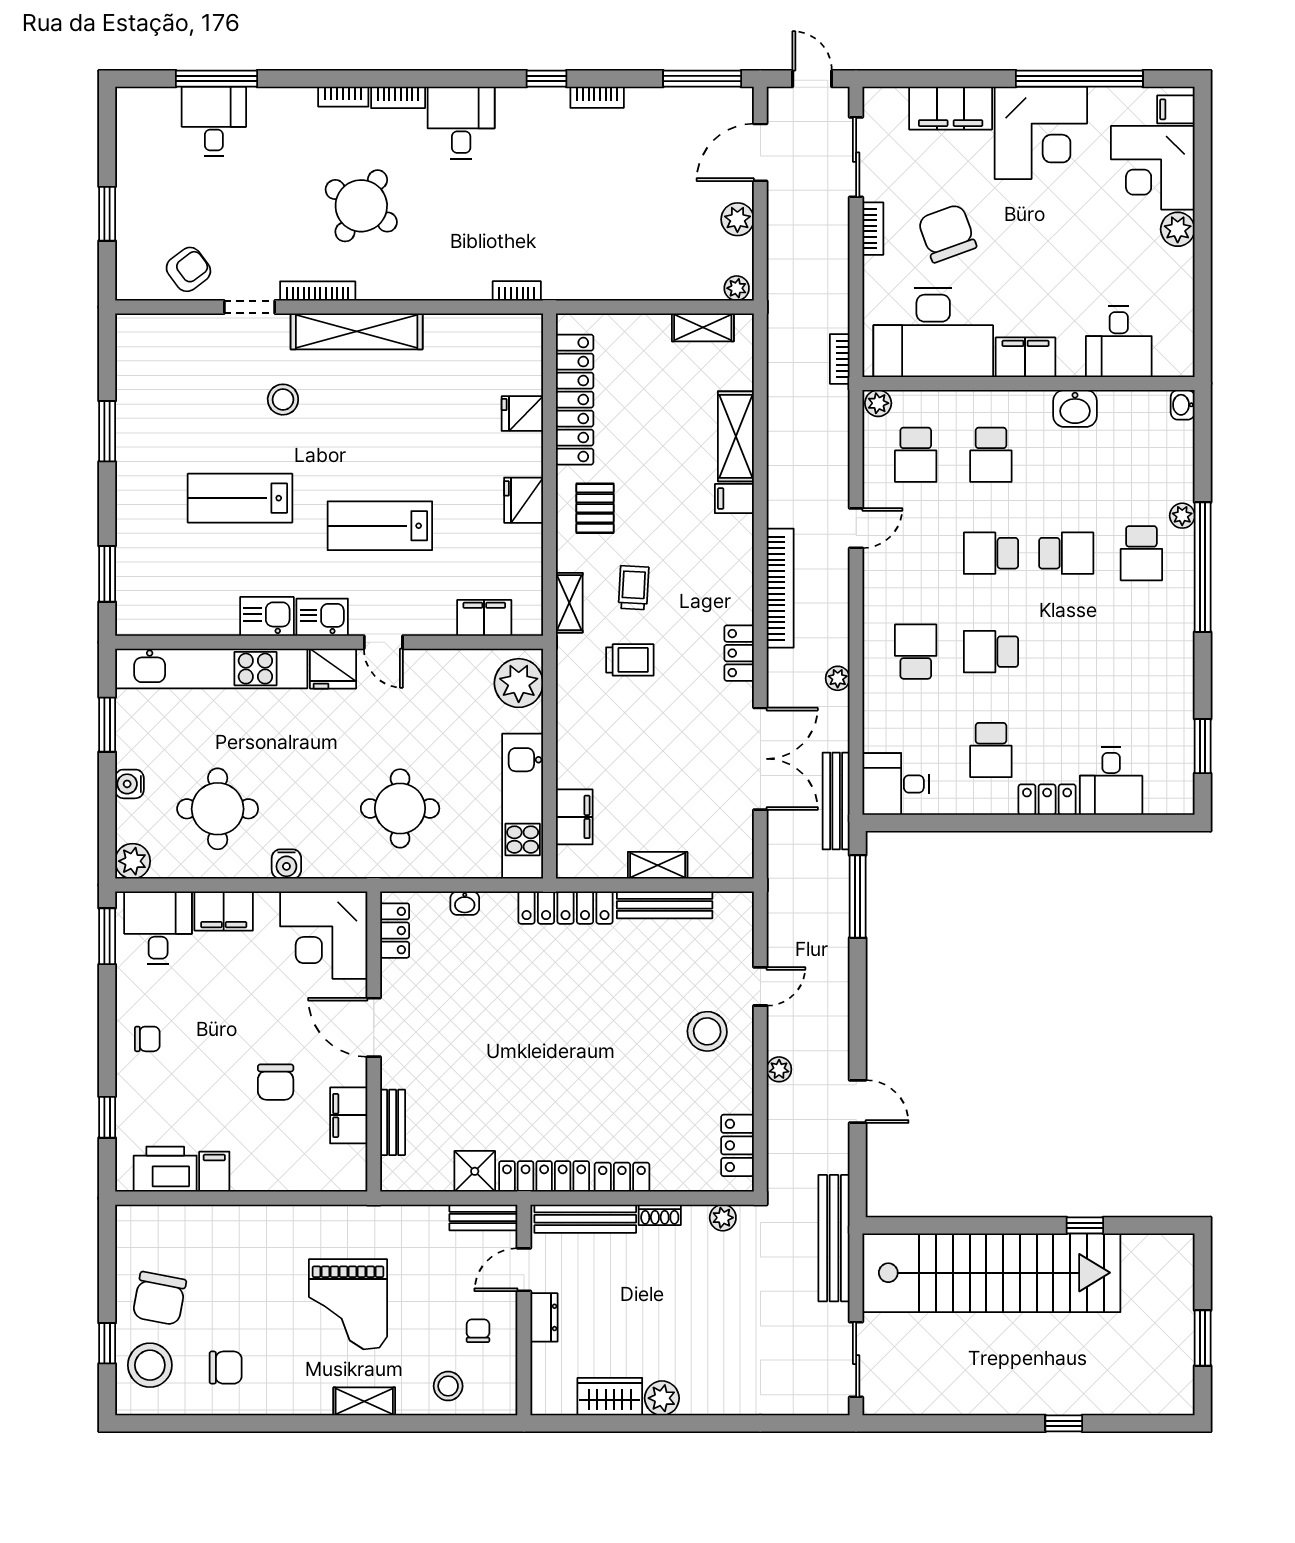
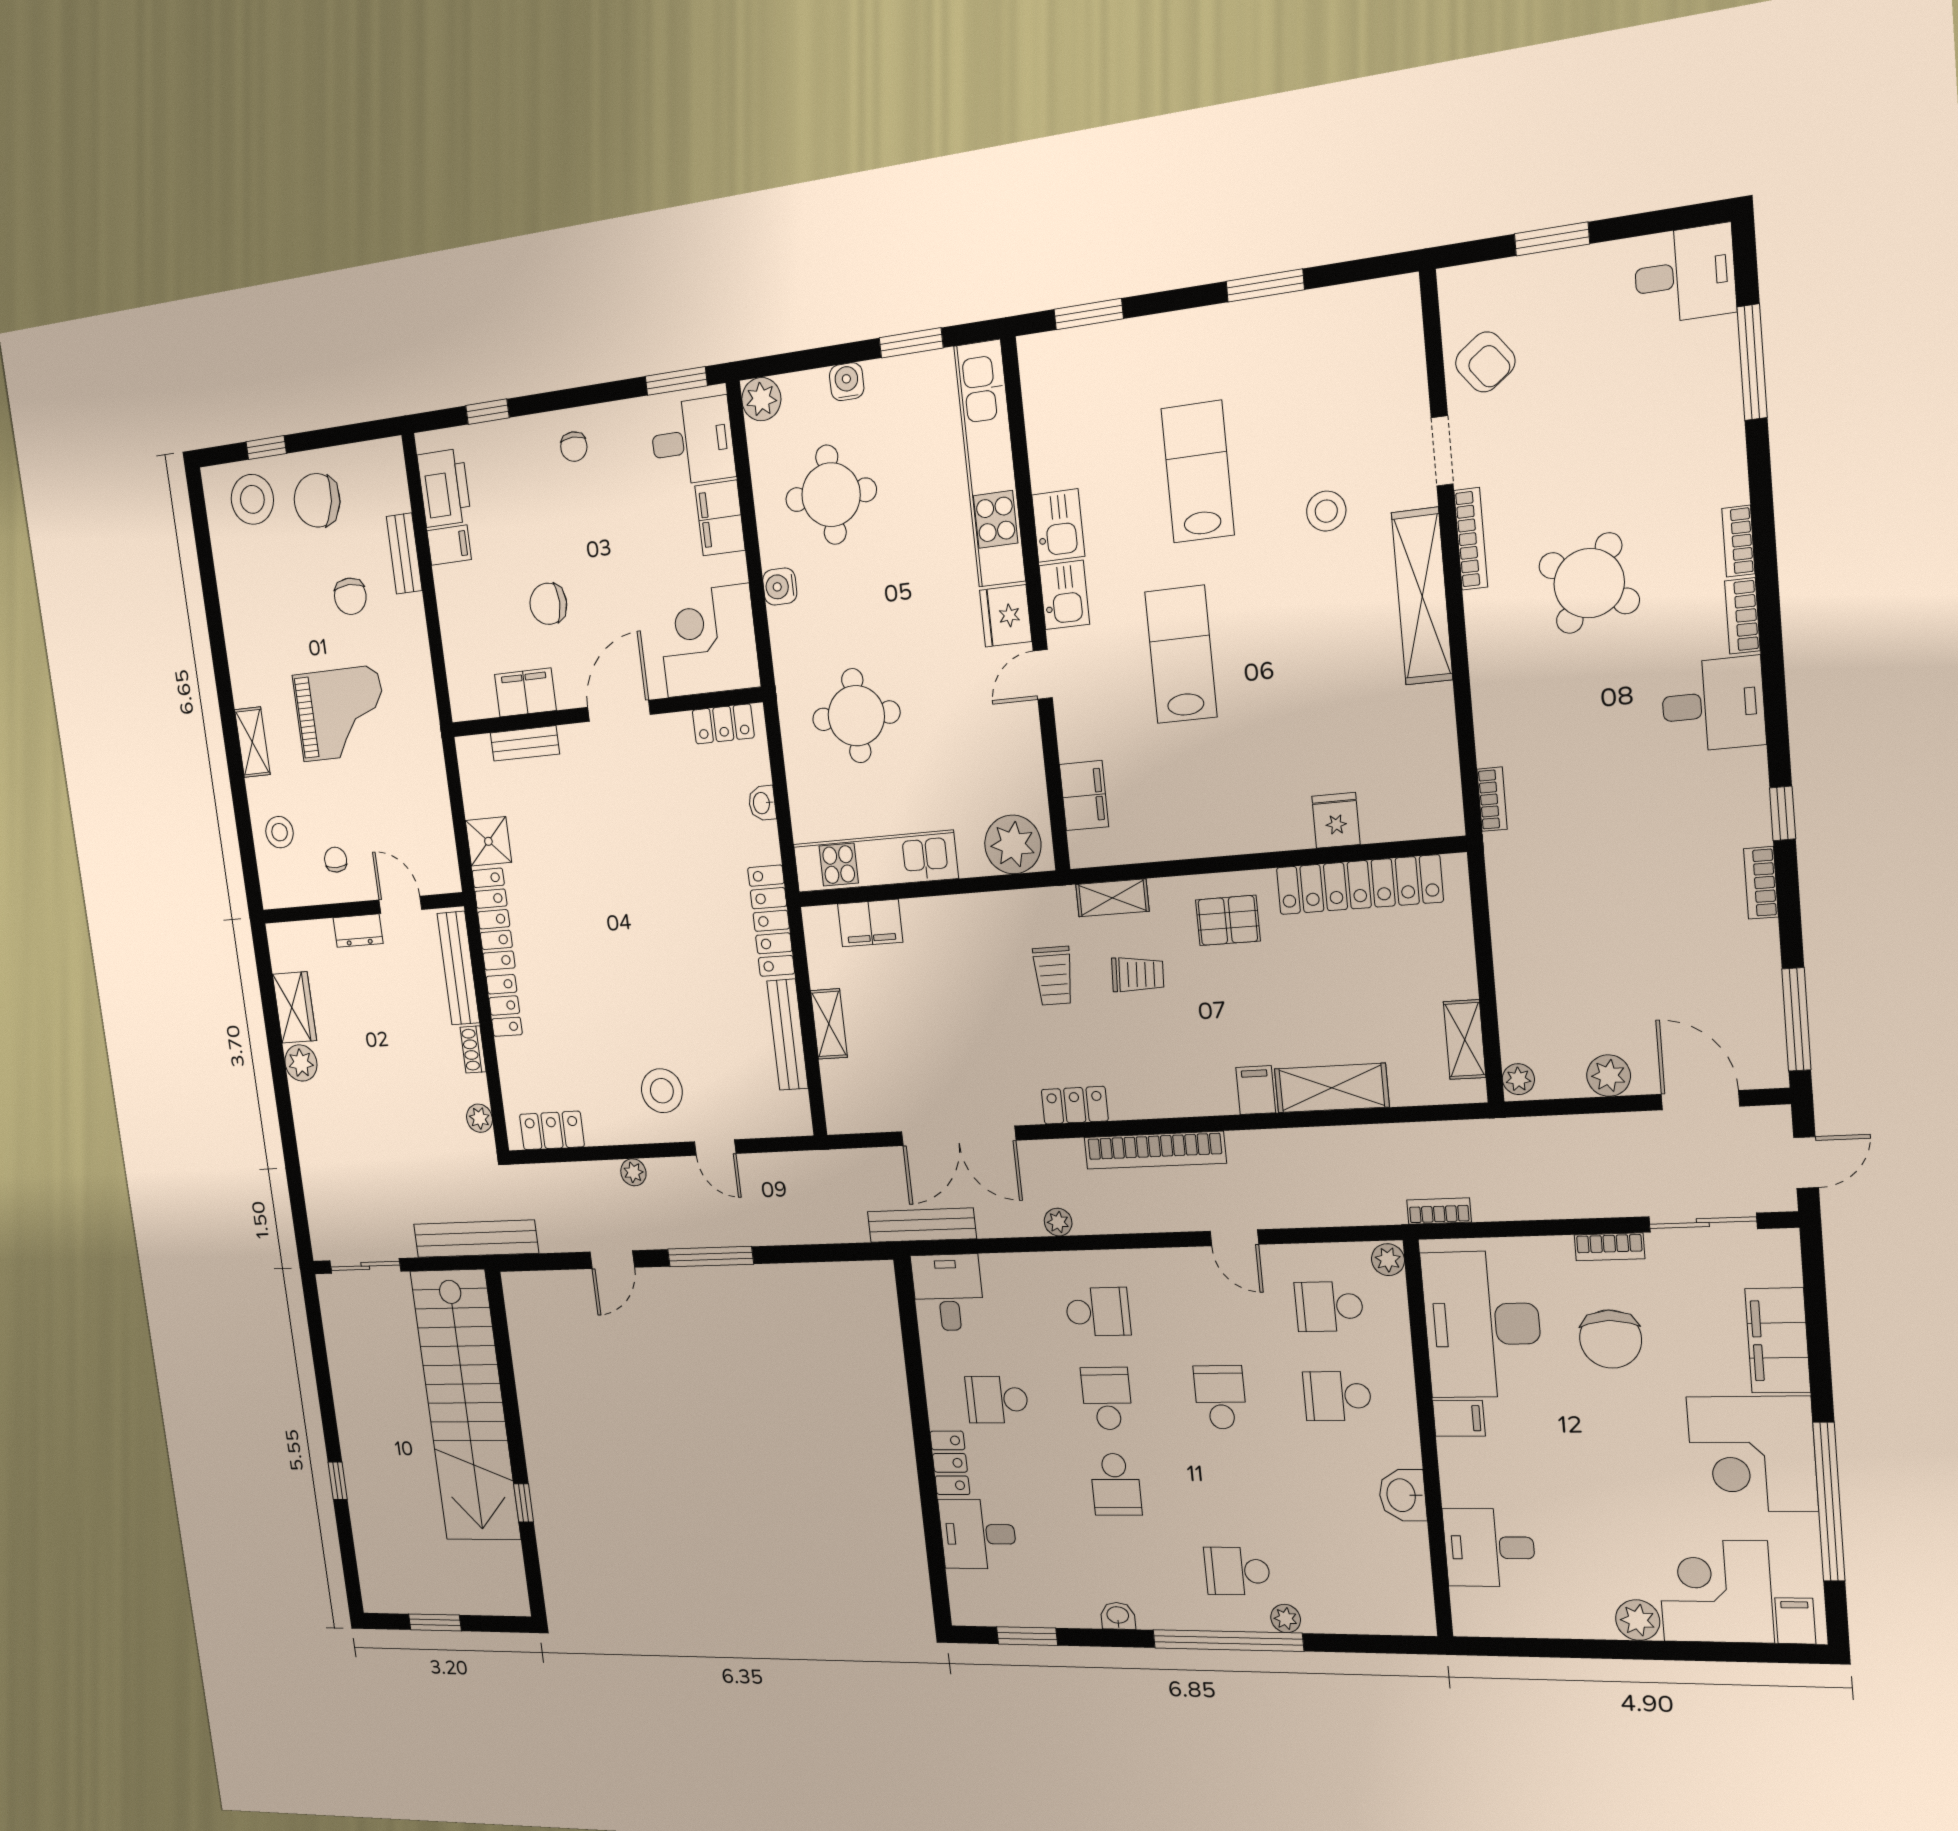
desk: (214, 121) -> (1685, 274), moved
chair: (947, 233) -> (1611, 1339), turned 110
filing cabinet: (1025, 357) -> (1459, 1418), width x0.50
washbasin: (1183, 405) -> (1118, 1616), moved
fridge: (524, 500) -> (1229, 831), removed
school desk: (1066, 553) -> (1116, 1484), moved
window: (858, 896) -> (710, 1257), moved
bench: (483, 1218) -> (404, 553), moved
grand piano: (348, 1304) -> (341, 714), turned 180
chair: (478, 1331) -> (336, 860), turned -90
chair: (226, 1368) -> (350, 596), moved

